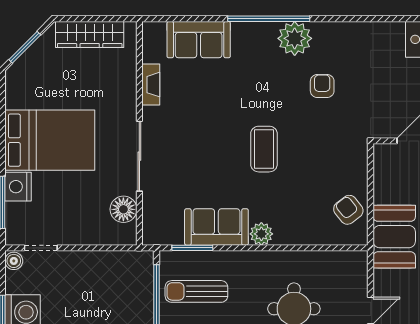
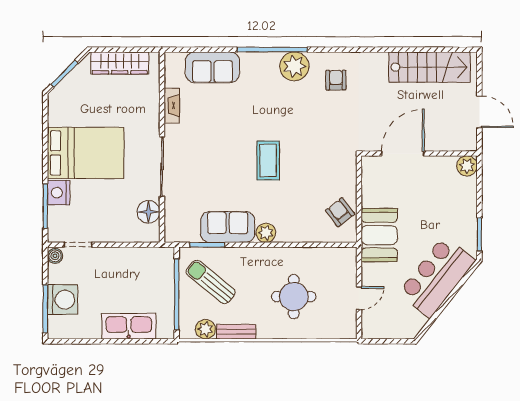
armchair: (322, 86) -> (336, 80), moved
sun lounger: (196, 291) -> (211, 282), turned 39

